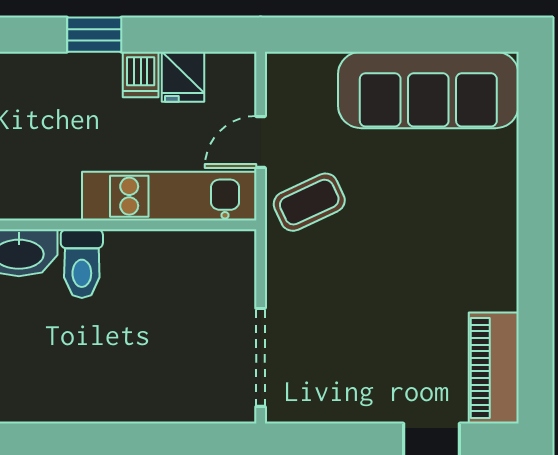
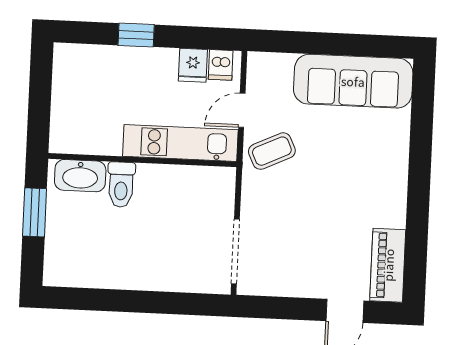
dishwasher: (141, 74) -> (221, 65), moved

